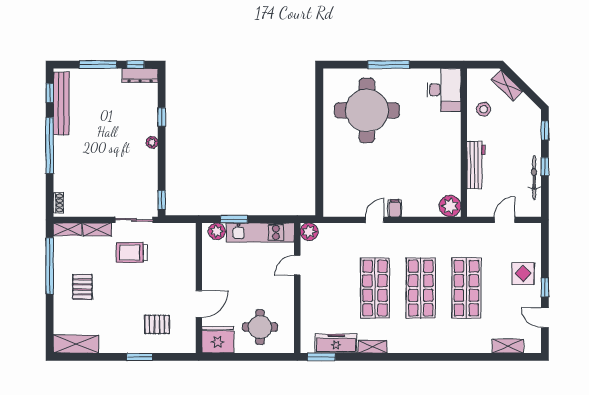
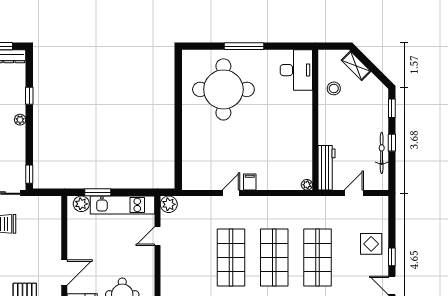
workbench: (476, 165) -> (326, 168), moved
plant: (450, 206) -> (307, 185), width x0.53, depth x0.53

